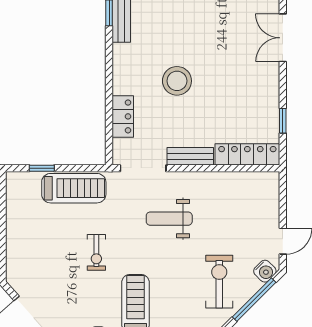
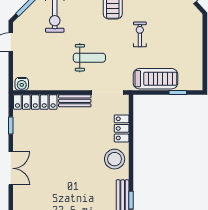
double door: (283, 38) -> (11, 168), moved
stool: (177, 81) -> (115, 159), moved
treadmill: (74, 188) -> (155, 79), turned 180
water cooler: (265, 271) -> (22, 84), moved, turned -135

